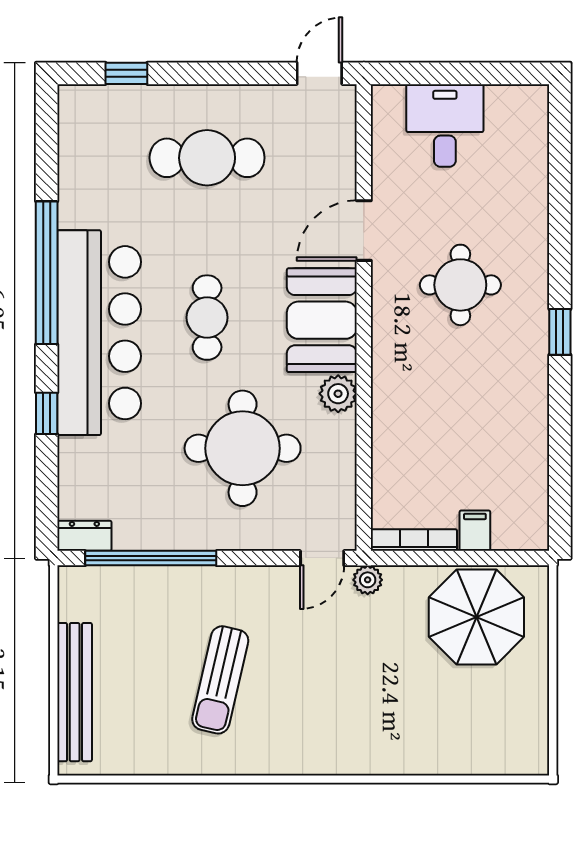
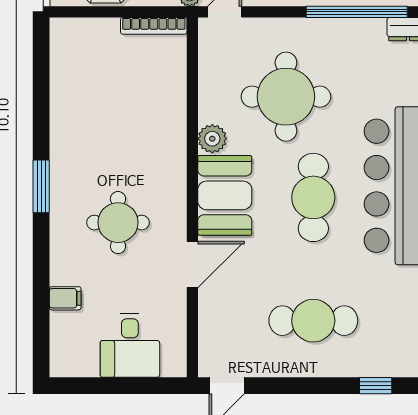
cafe table: (207, 318) -> (313, 197), width x1.37, depth x1.35
window: (560, 332) -> (41, 186), width x1.50
filing cabinet: (475, 531) -> (65, 298), moved, turned -90

